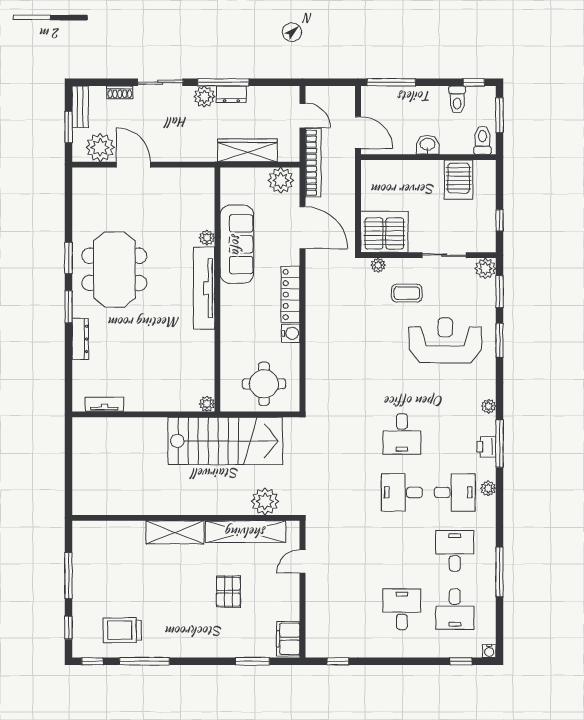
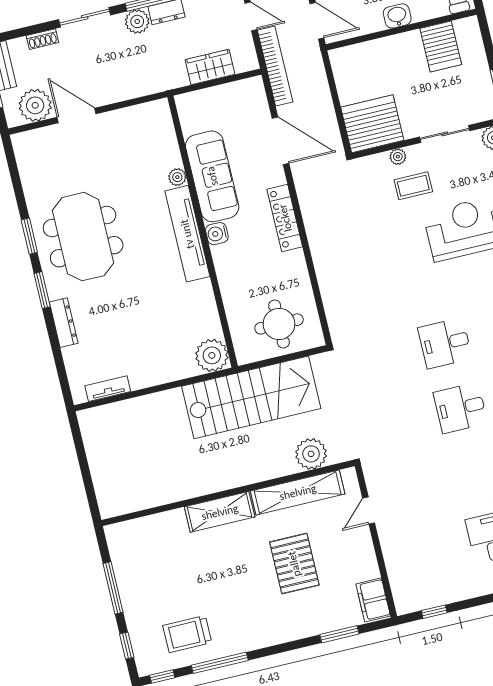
wardrobe: (247, 150) -> (210, 67), width x0.67
plant: (281, 180) -> (244, 94), removed
plant: (378, 265) -> (398, 157), moved
water cooler: (291, 333) -> (217, 234), moved, turned 180
plant: (207, 404) -> (212, 355), width x1.87, depth x1.87
desk: (402, 434) -> (445, 343), turned 90
pallet: (228, 592) -> (294, 564), width x1.50, depth x1.42

